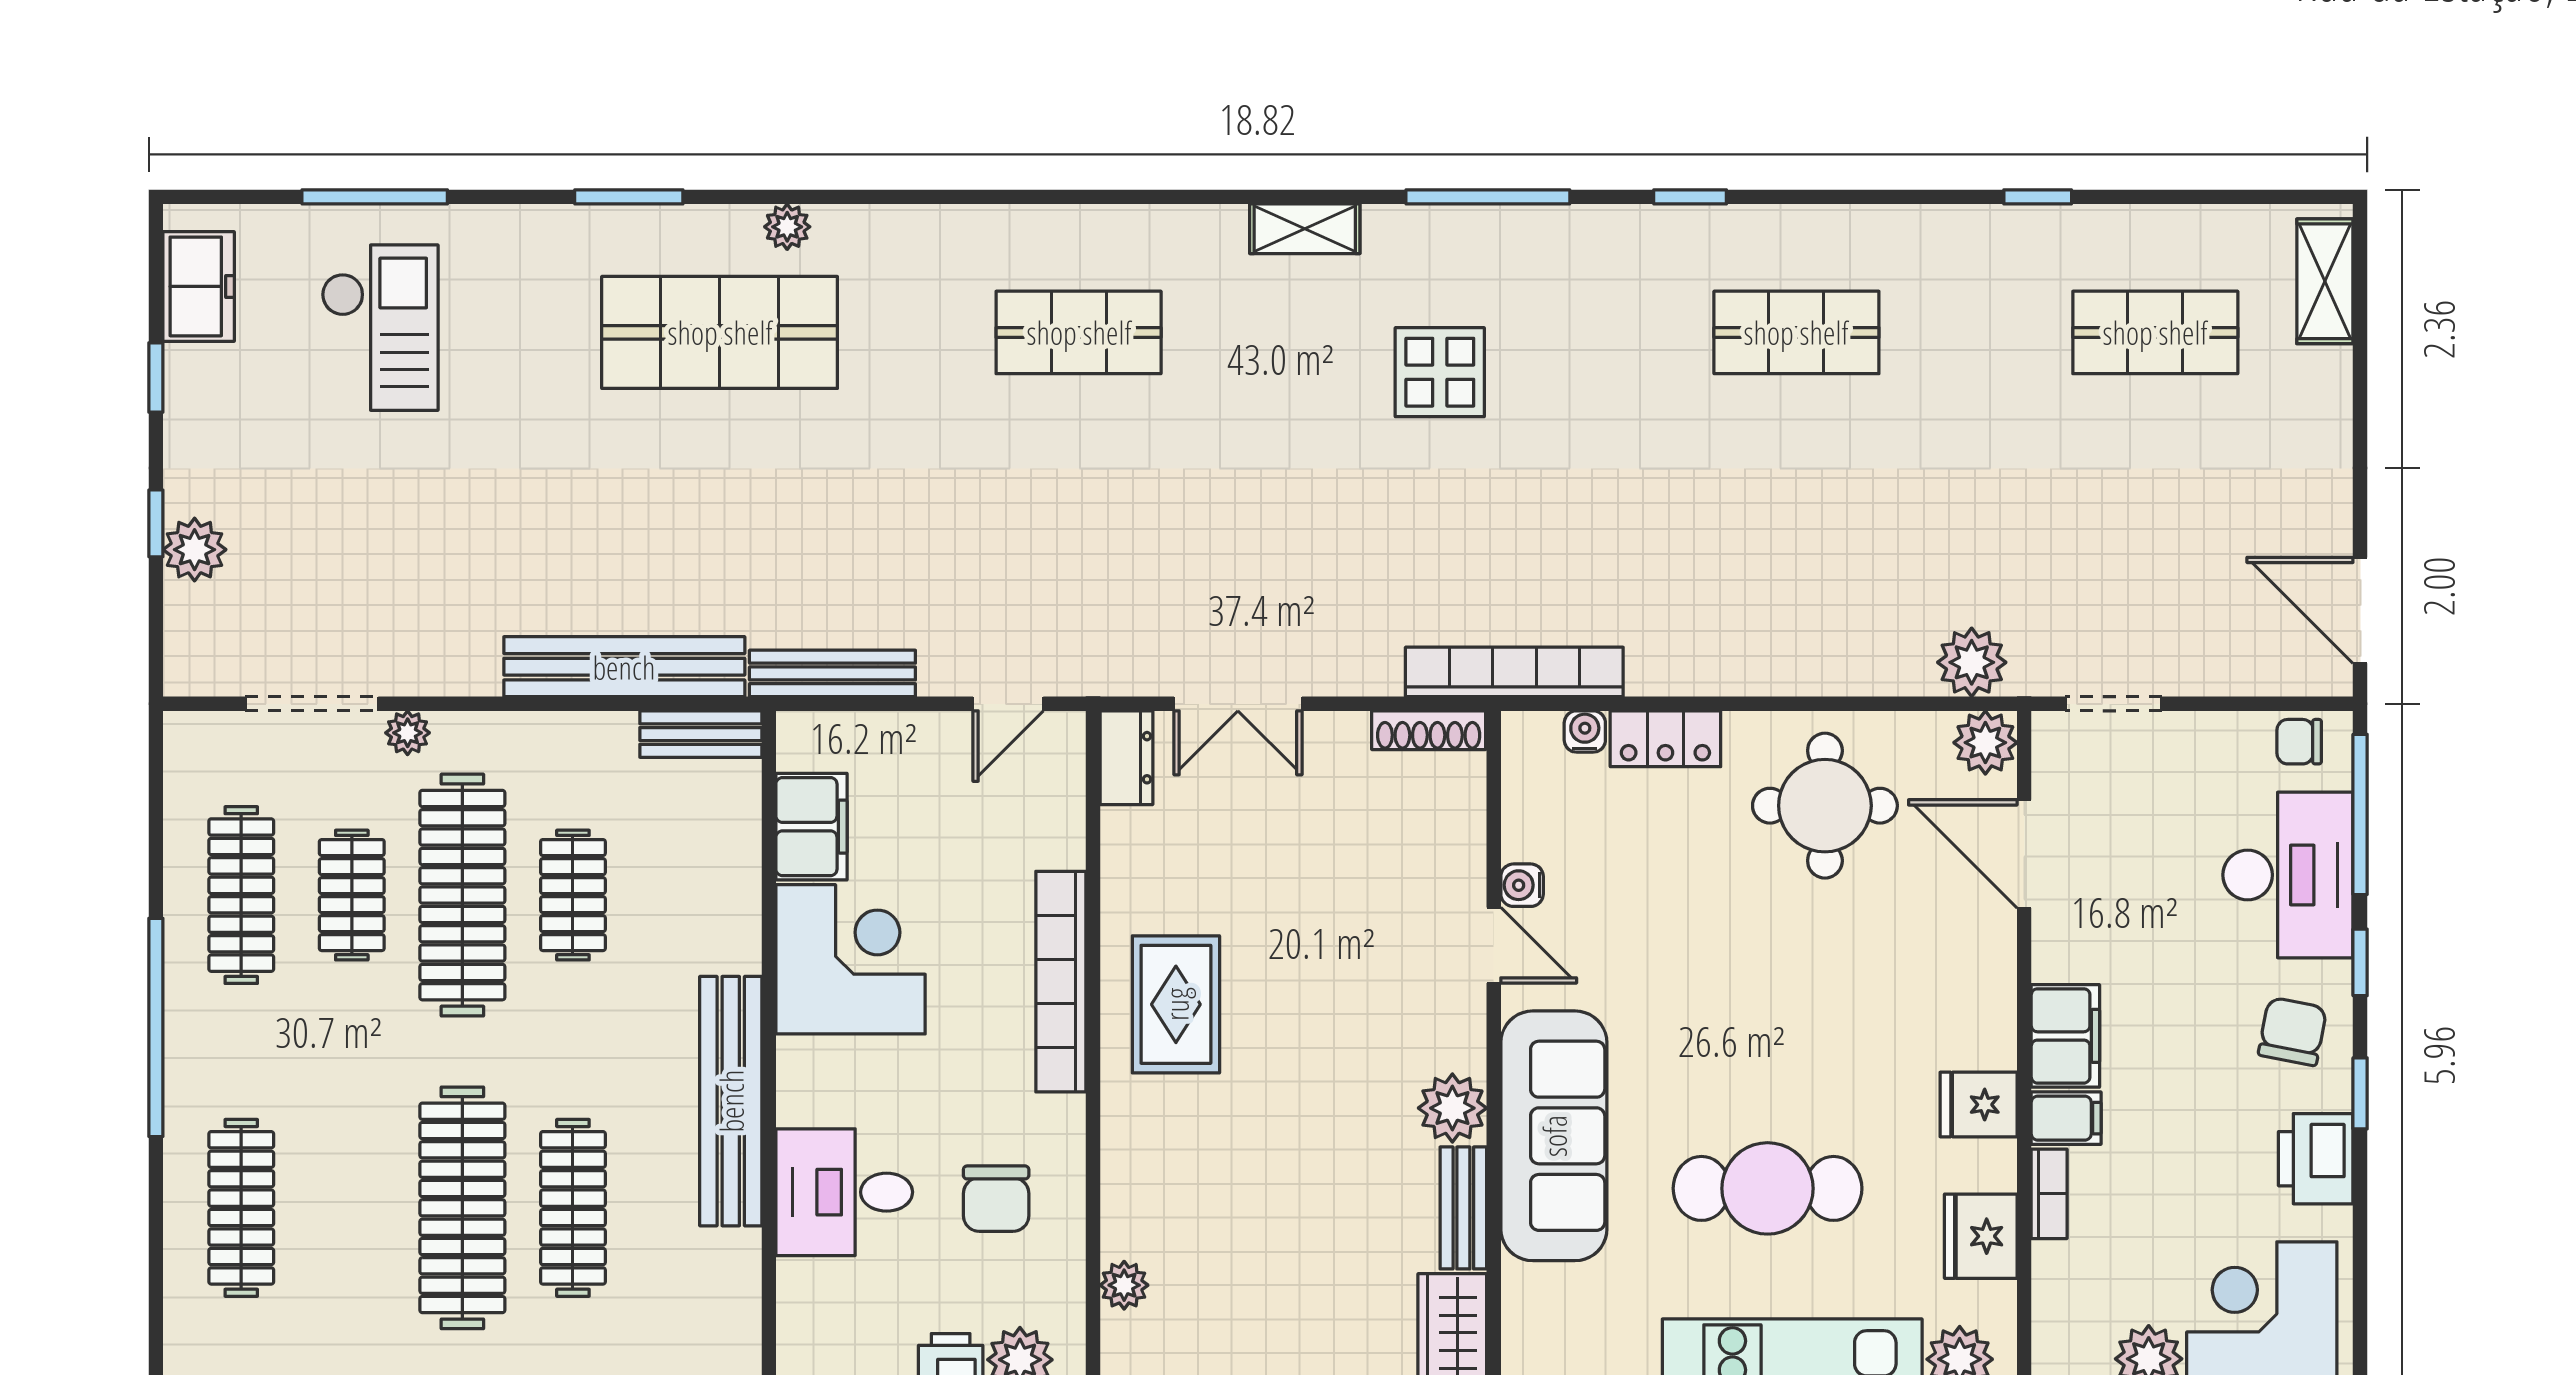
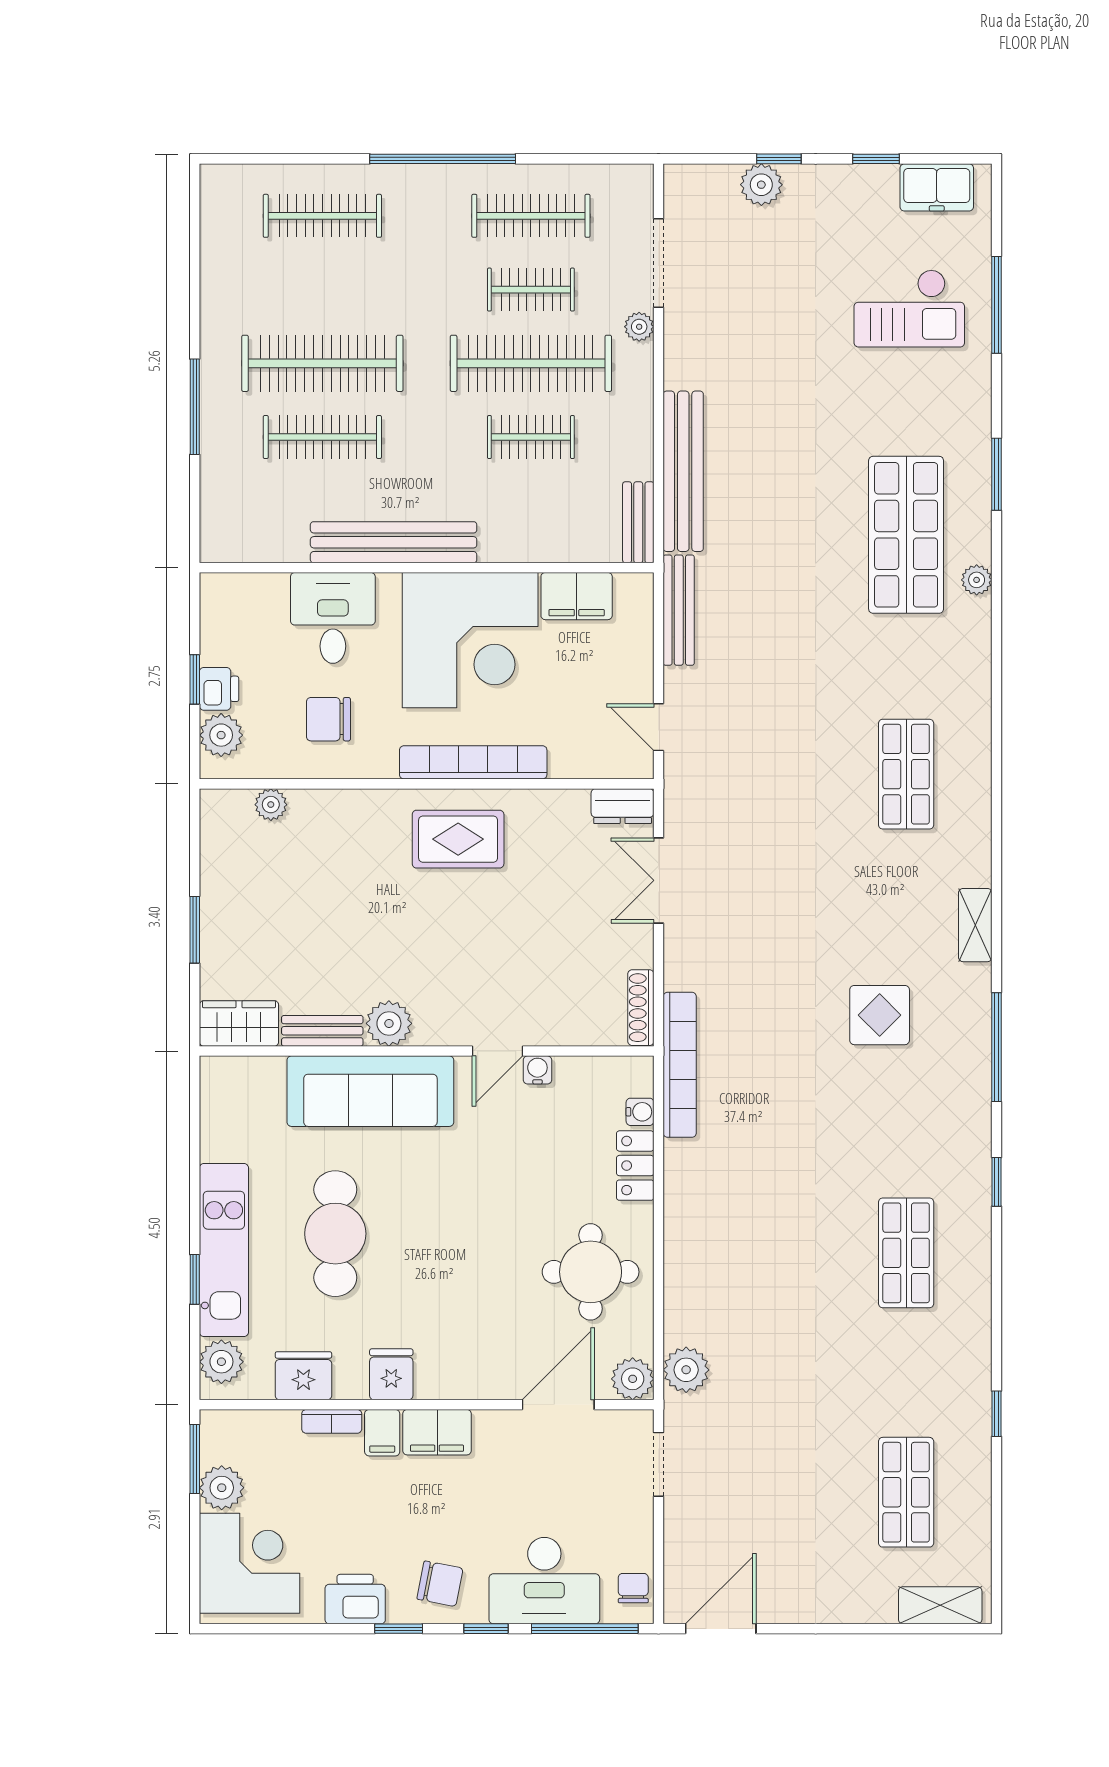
corner desk: (851, 959) -> (470, 640), width x1.36, depth x1.36

